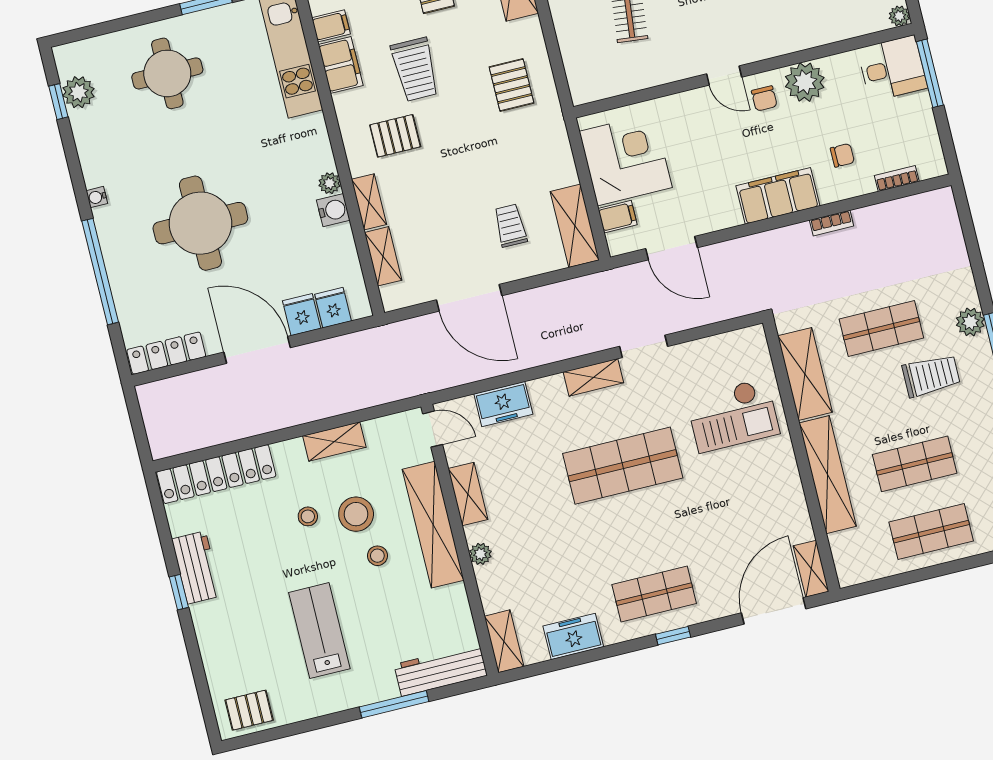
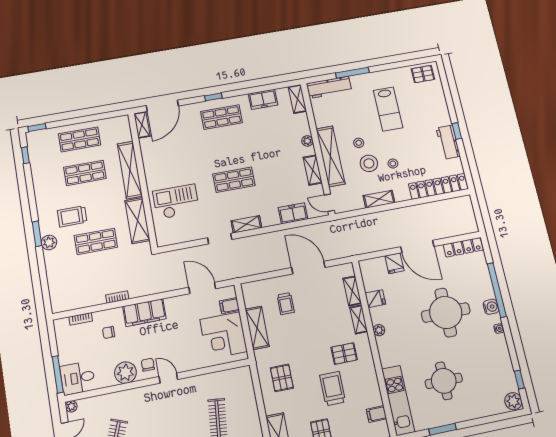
filing cabinet: (341, 65) -> (372, 393), removed
round table: (167, 73) -> (444, 381), moved
plant: (78, 92) -> (513, 401), moved
water cooler: (333, 210) -> (491, 307), moved, turned 180
shelving: (575, 226) -> (257, 328), moved
fridge: (333, 308) -> (375, 299), moved, turned -90
shop shelf: (623, 466) -> (234, 180), width x0.70, depth x0.74

